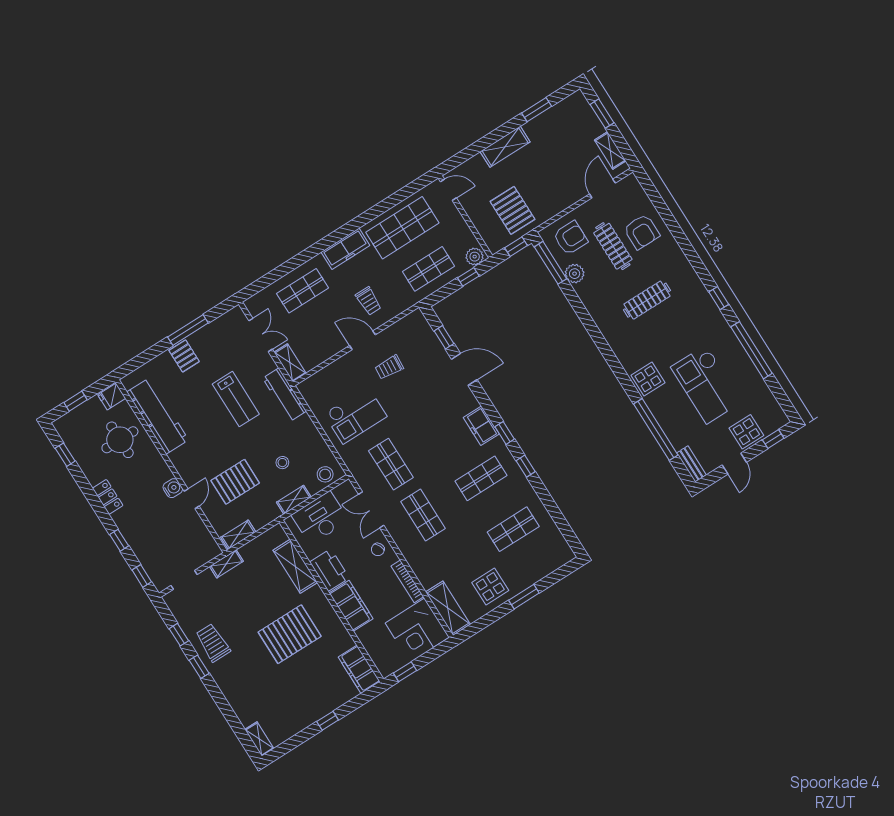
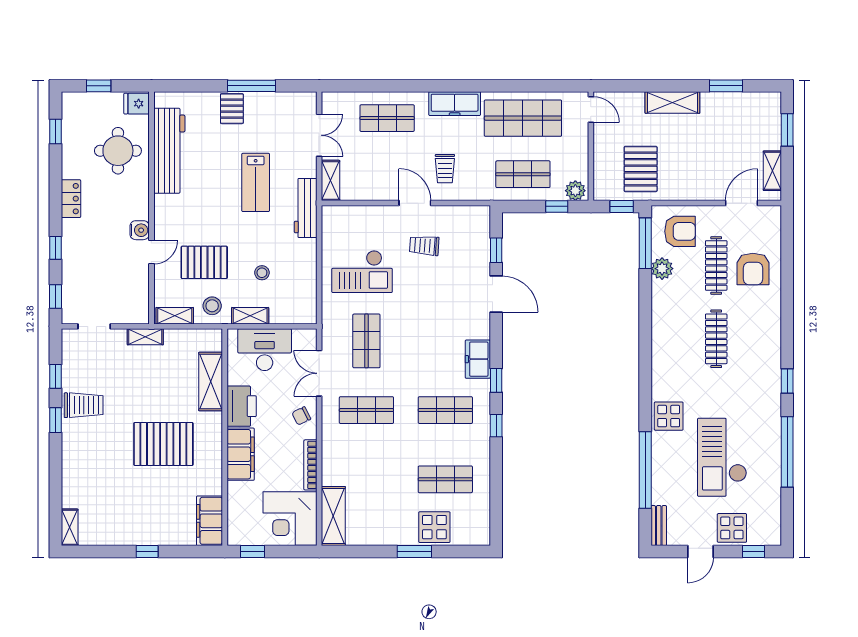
clothes rail: (647, 300) -> (716, 339), turned 90
stool: (325, 474) -> (212, 306), moved
shop shelf: (423, 515) -> (366, 410), turned 90
display table: (490, 586) -> (434, 527), moved
trolley: (213, 643) -> (84, 405), turned 90

